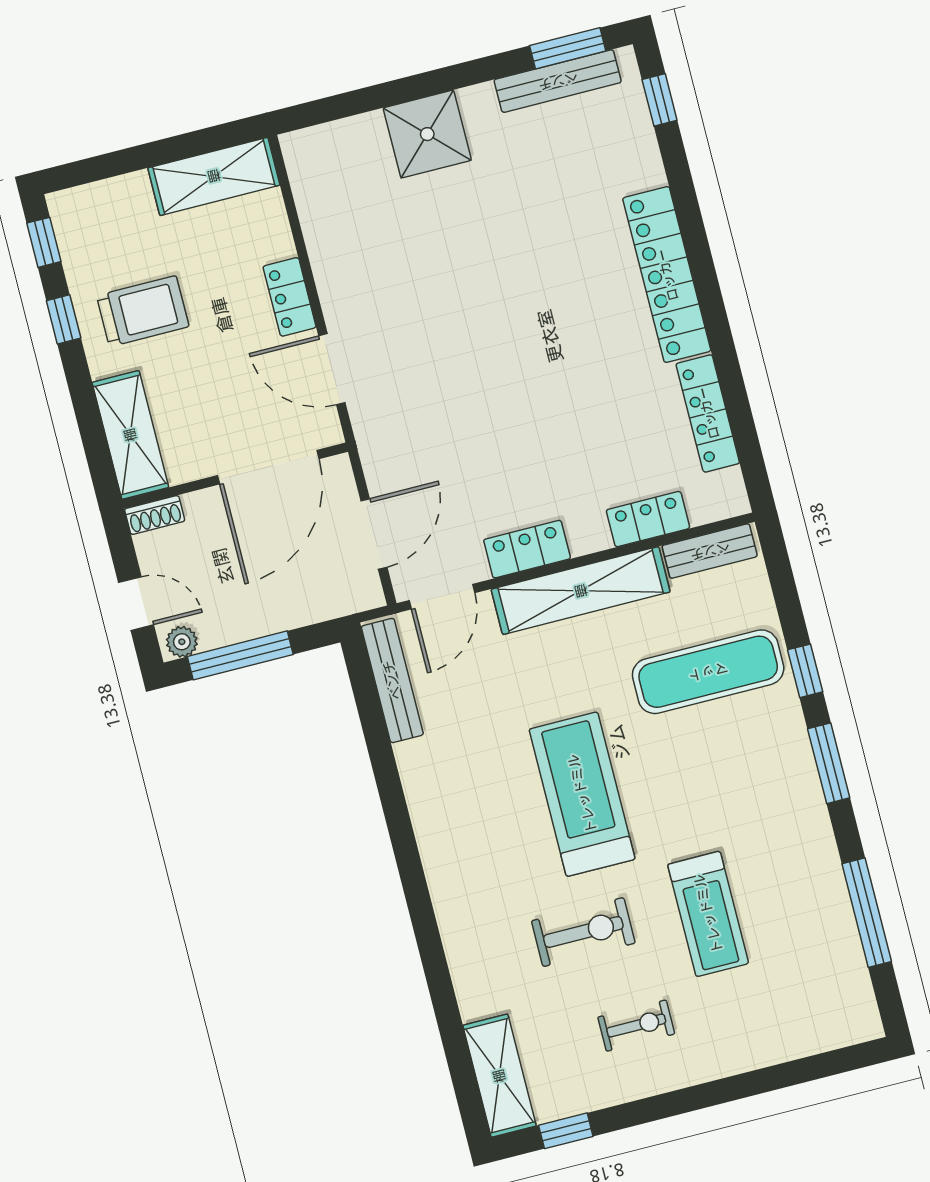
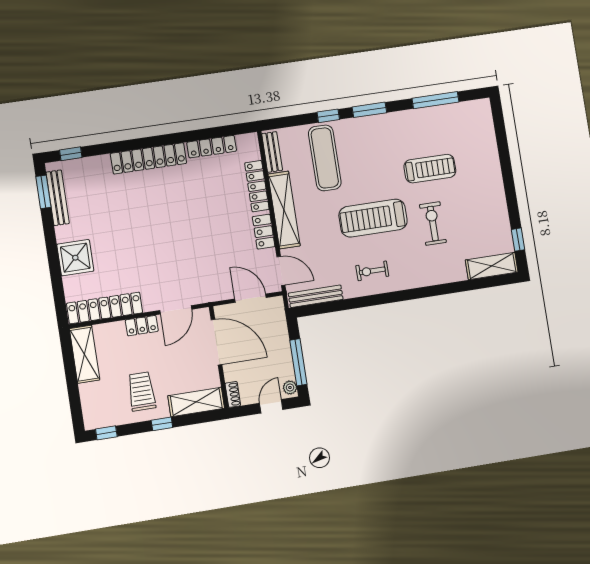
locker: (321, 210) -> (105, 308), added
window: (64, 319) -> (162, 424), moved
locker: (648, 519) -> (257, 186), width x1.53
exercise bike: (636, 1026) -> (372, 271), moved, turned -90

